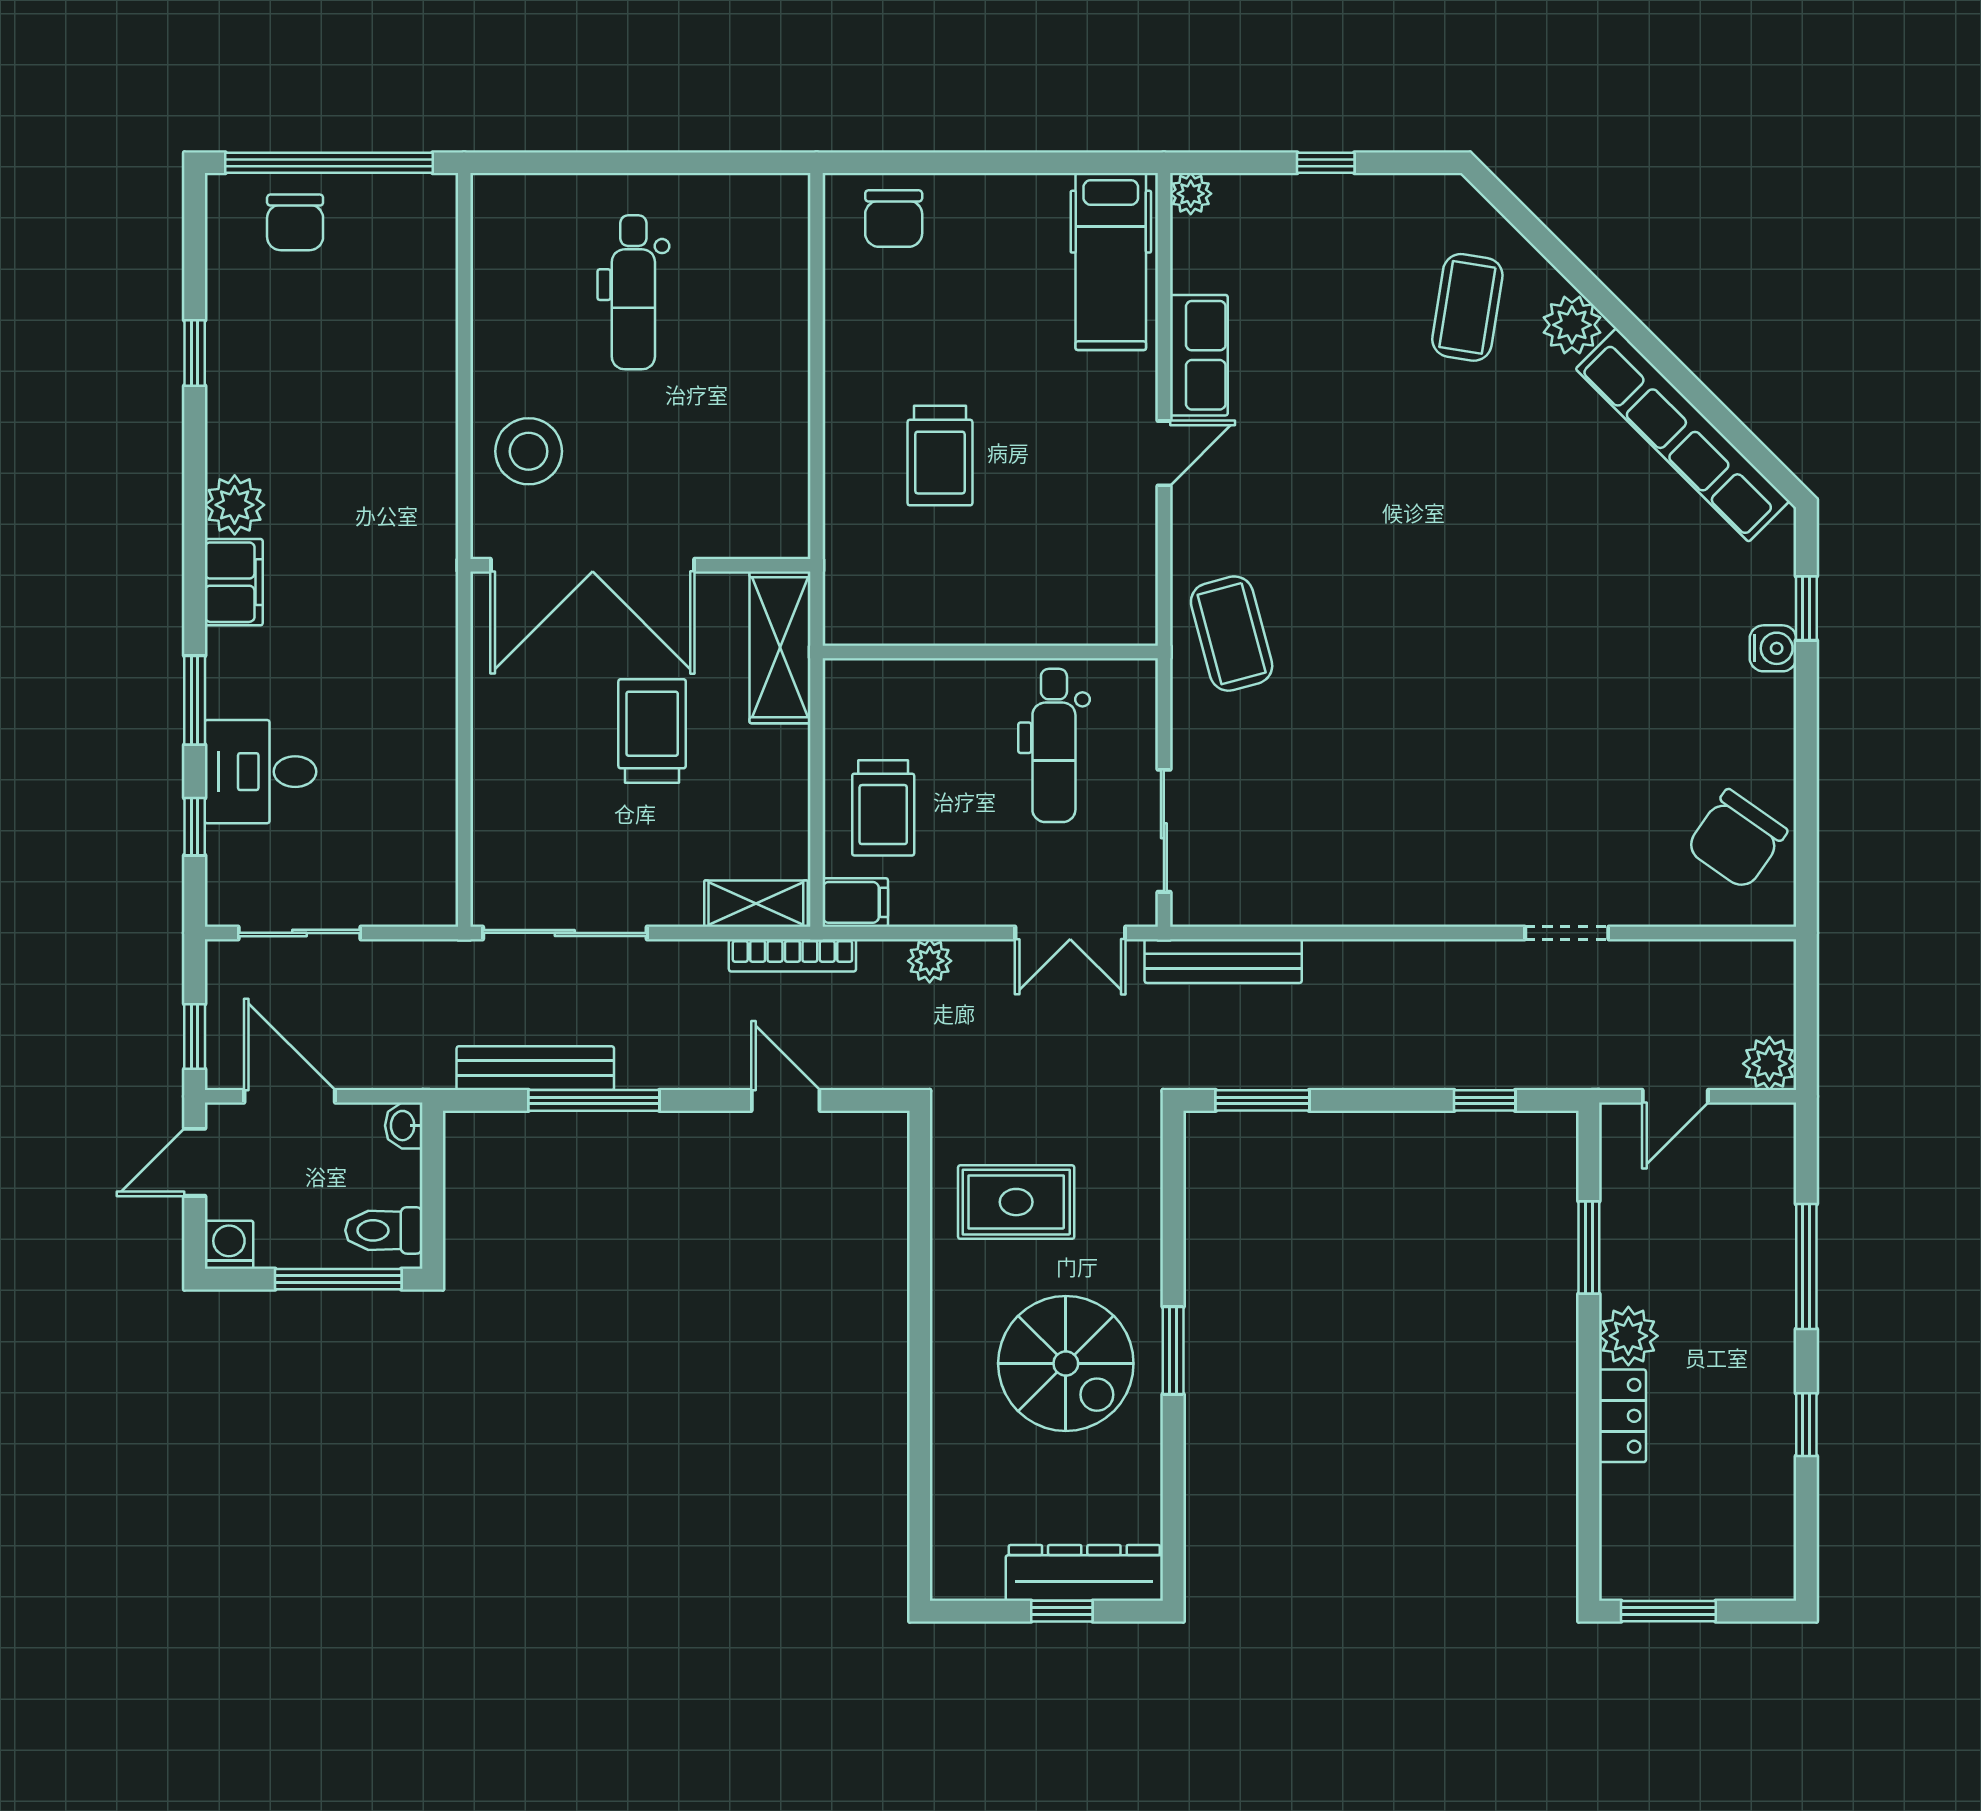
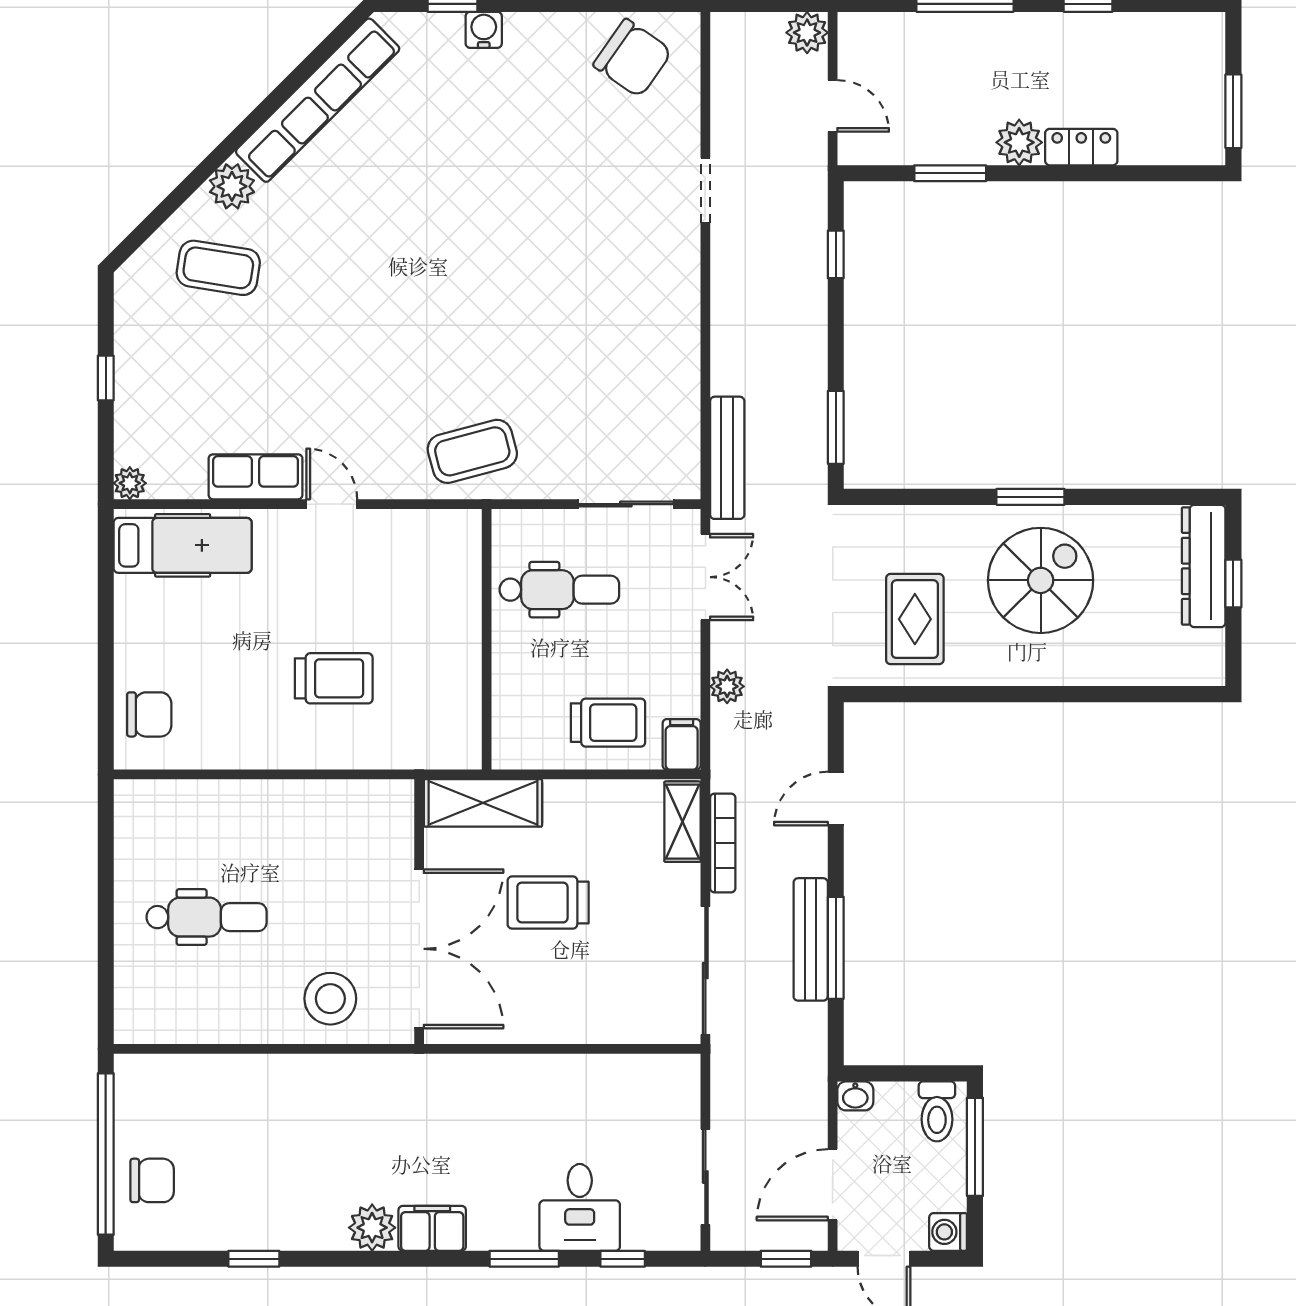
bookcase: (792, 955) -> (723, 843), moved
bench: (535, 1068) -> (811, 939), moved

